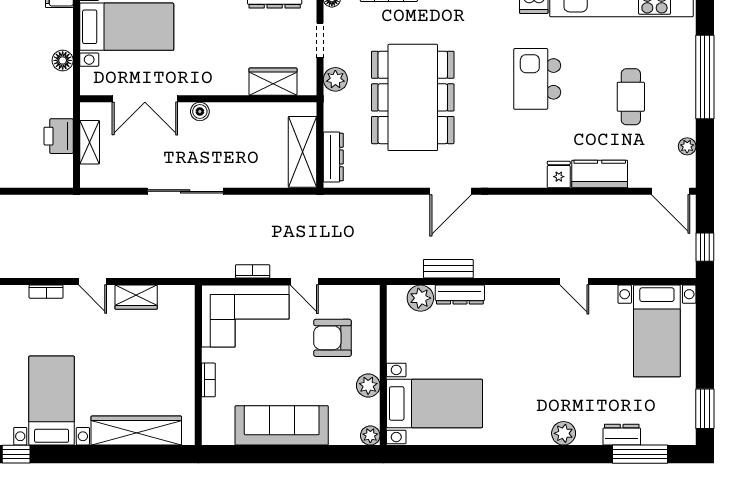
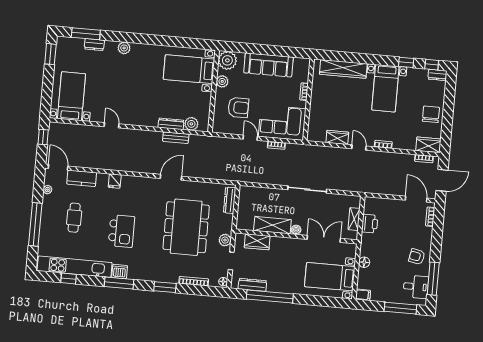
shelving: (303, 152) -> (272, 225), moved, turned 90
kitchen counter: (600, 174) -> (82, 178), moved
plant: (370, 436) -> (227, 60), width x1.88, depth x1.88

